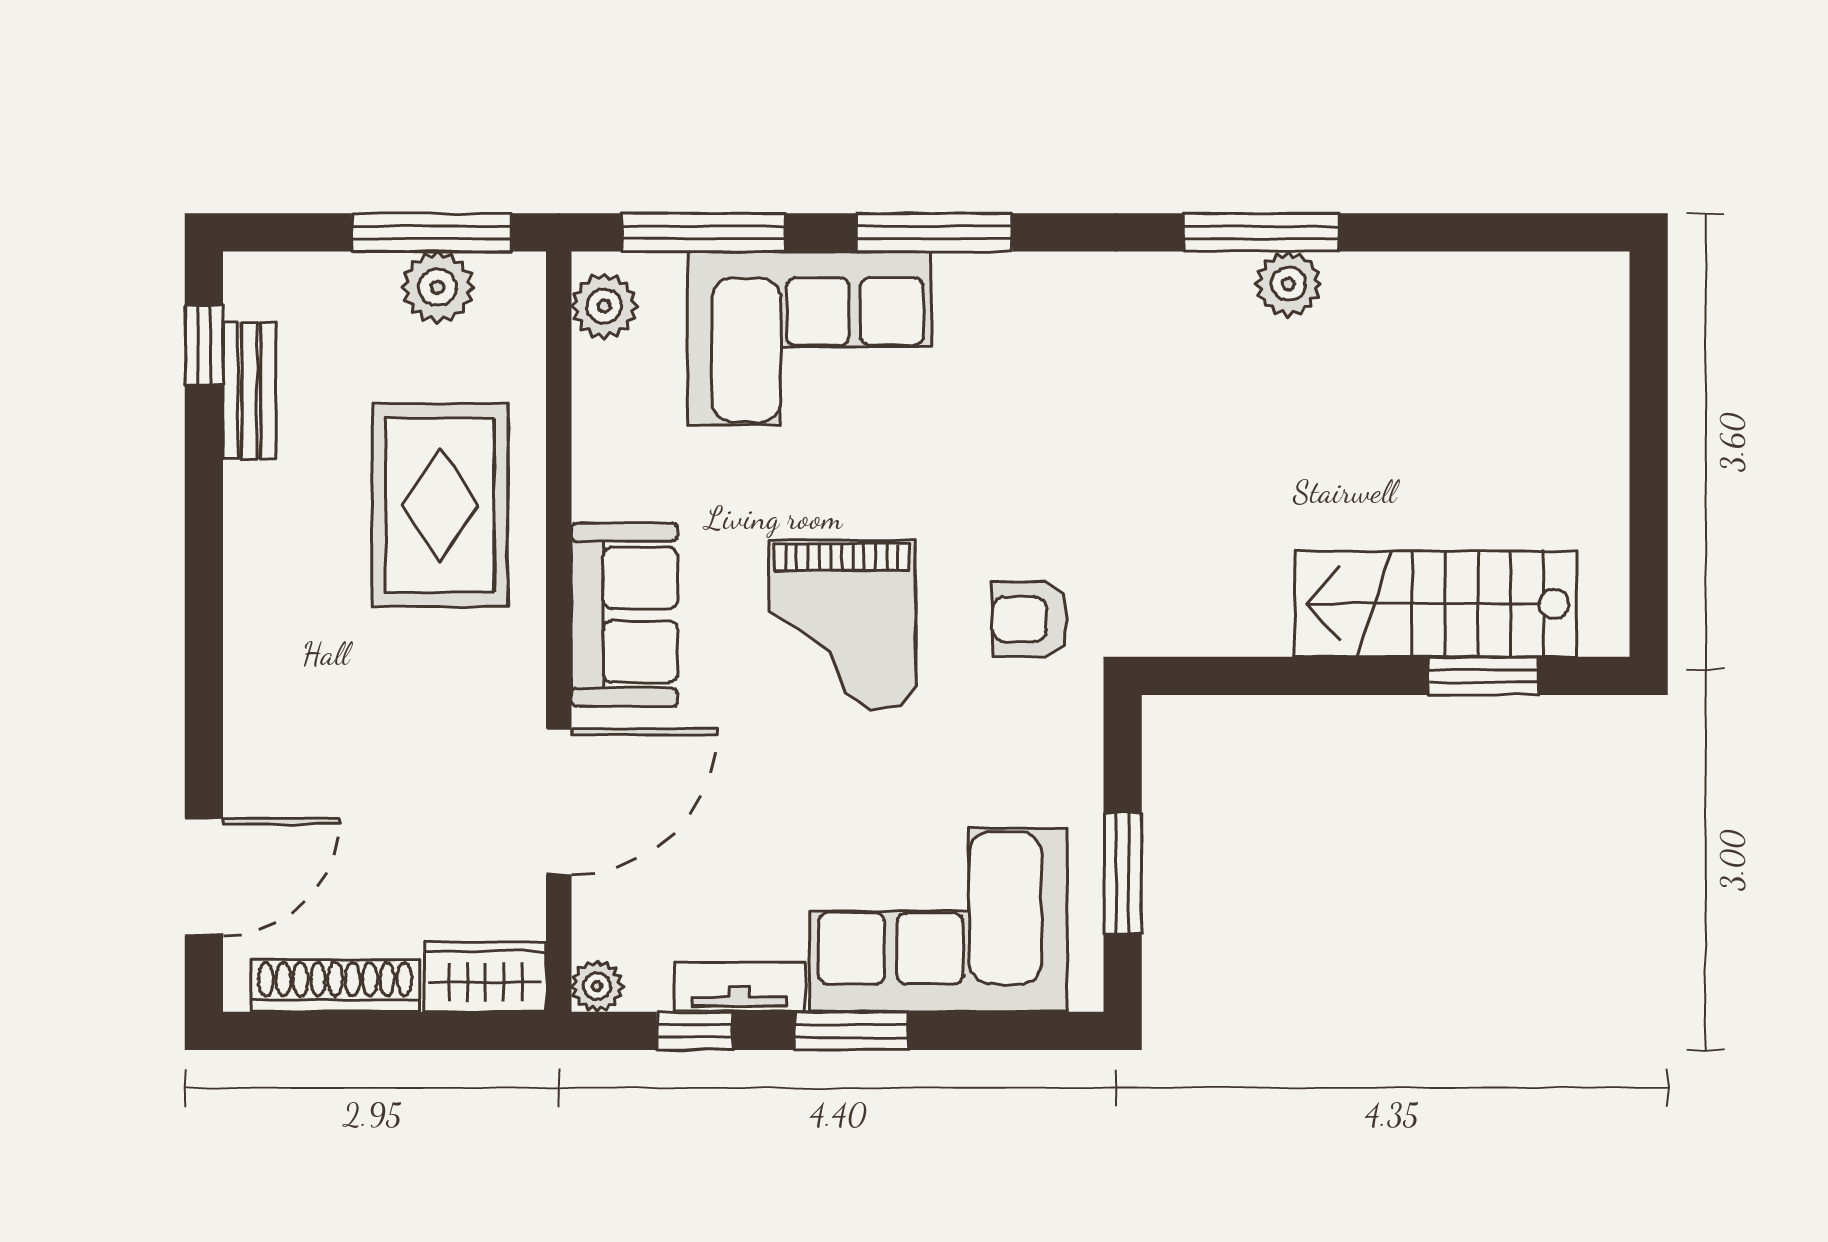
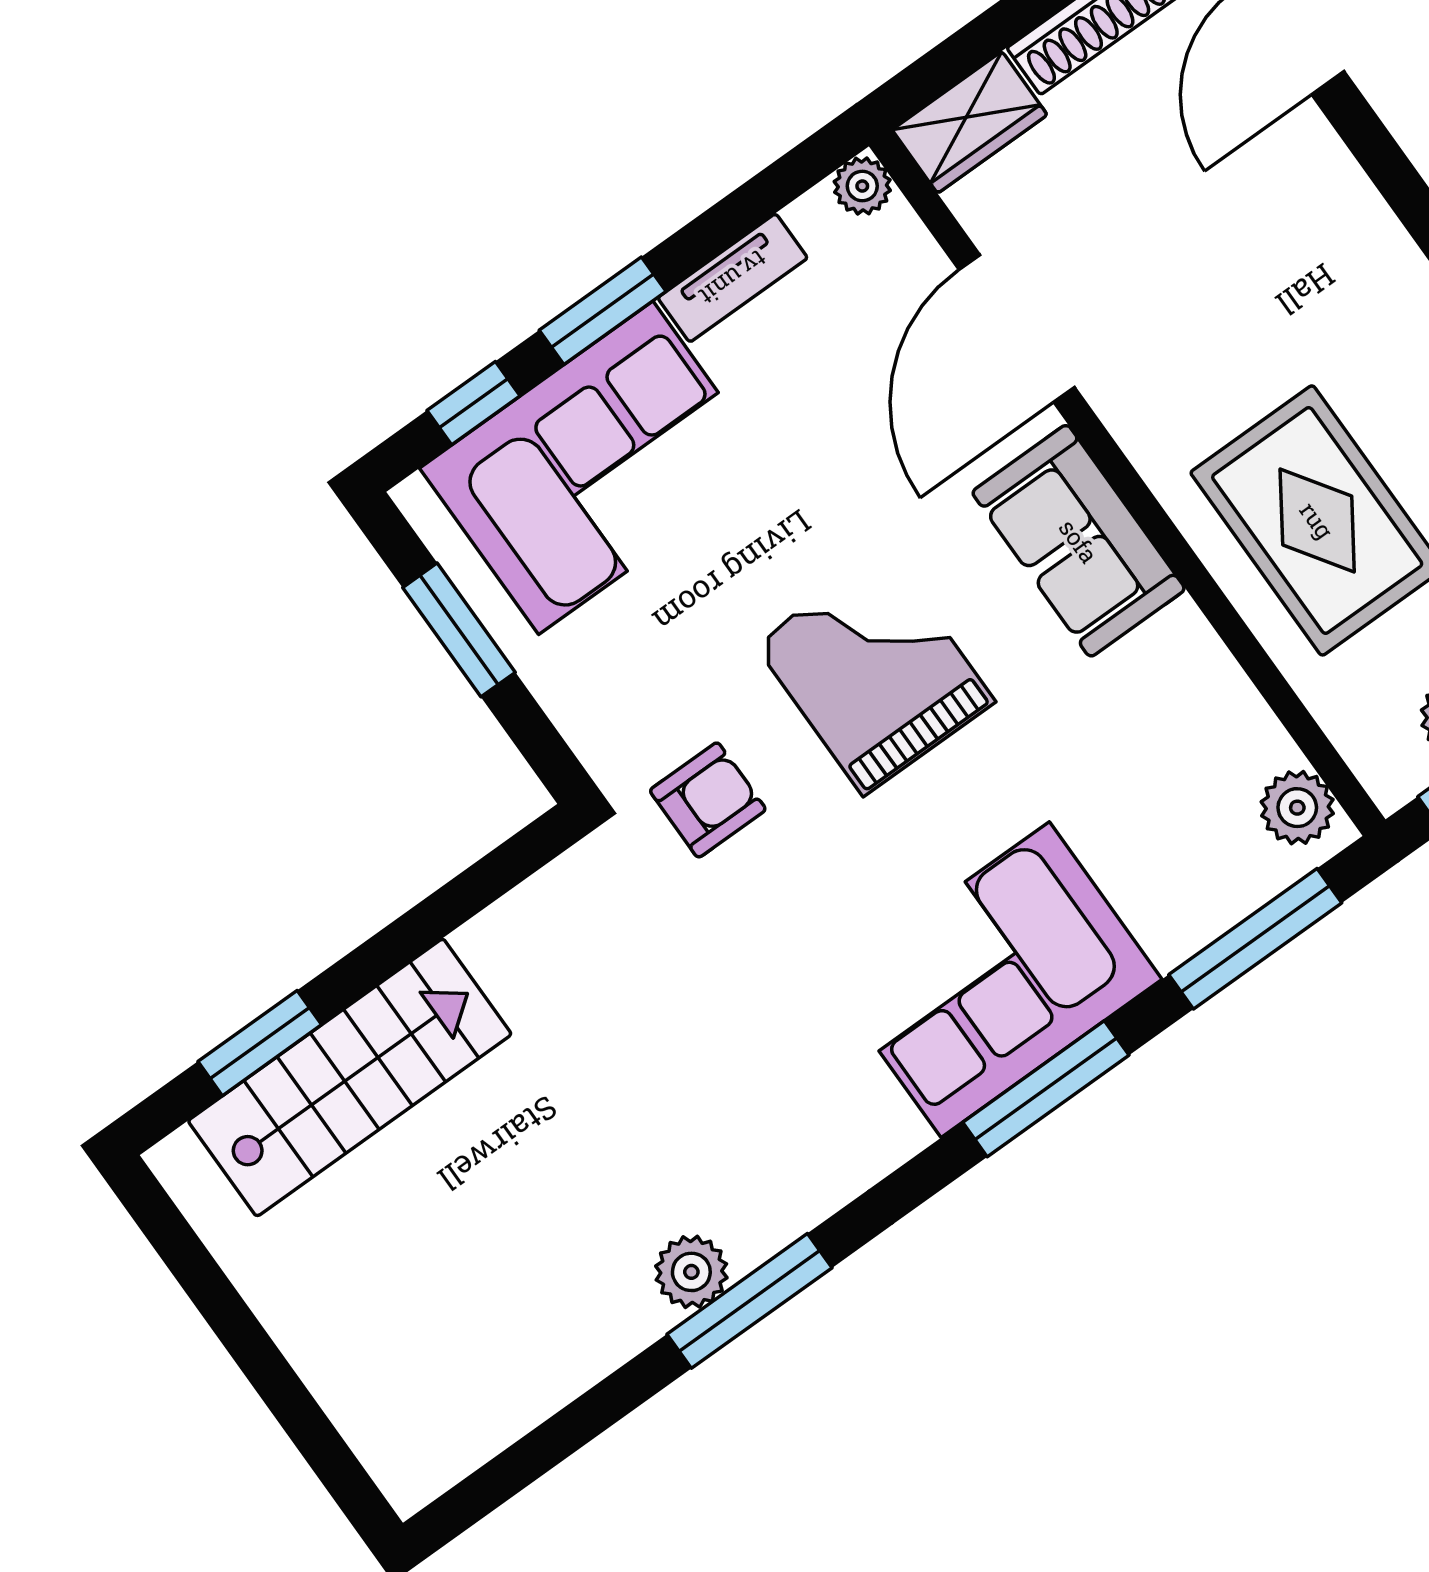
corner sofa: (810, 338) -> (995, 980), moved
window: (695, 1031) -> (474, 403), moved

